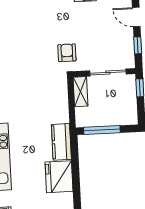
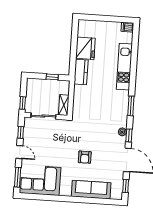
armchair: (67, 53) -> (85, 157), moved
window: (102, 130) -> (52, 77), width x0.46

